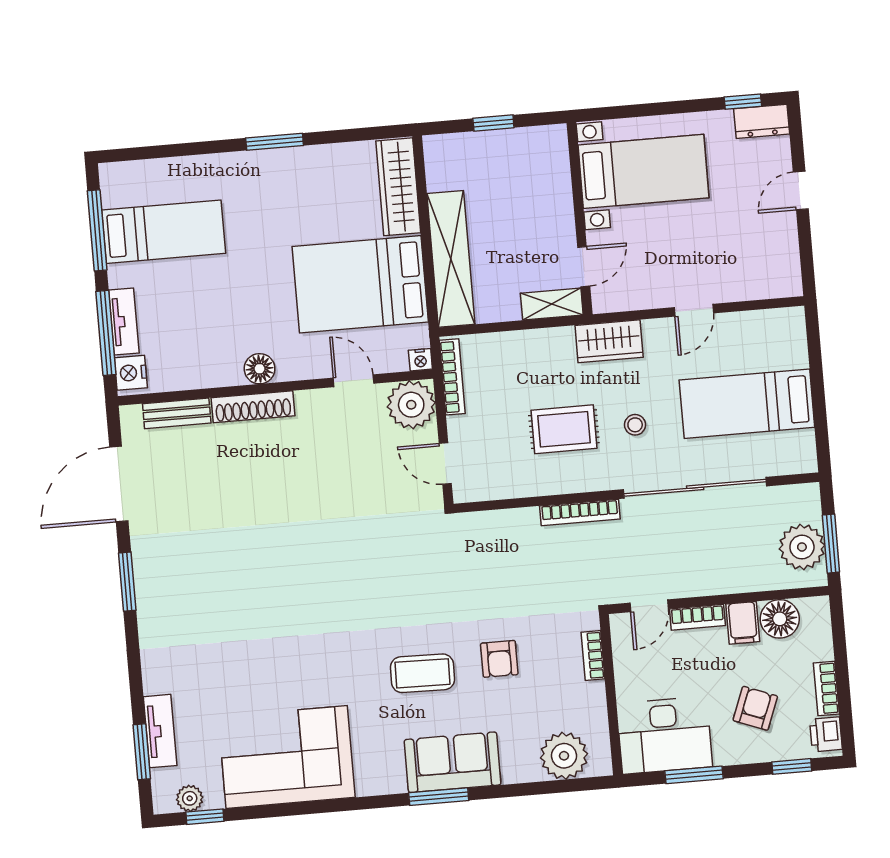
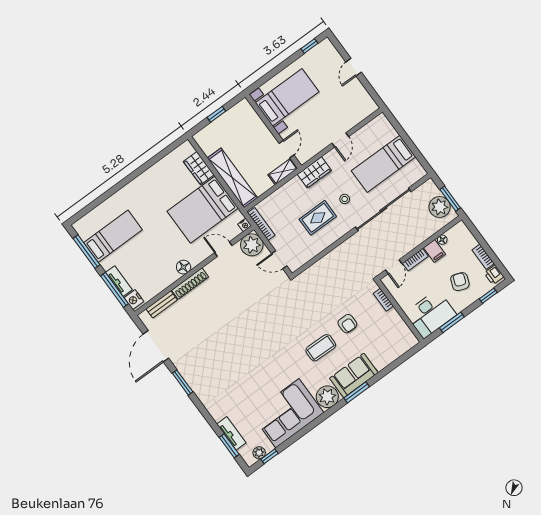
dresser: (762, 121) -> (322, 49), removed
window: (275, 142) -> (135, 174), removed
wardrobe: (398, 187) -> (199, 168), width x0.67
bookcase: (580, 513) -> (344, 247), removed
floor lamp: (780, 619) -> (442, 240), width x0.53, depth x0.53
plant: (564, 756) -> (327, 397), moved

